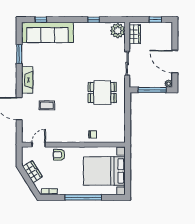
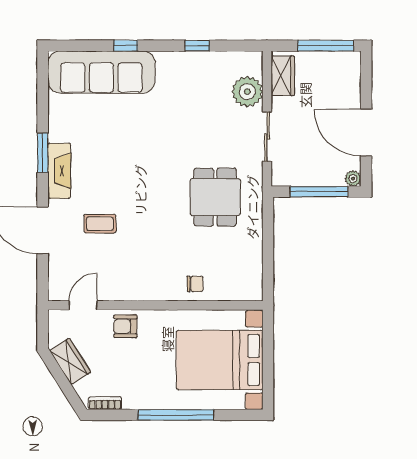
window: (41, 20) -> (126, 46), moved
window: (155, 20) -> (326, 46), width x2.17
plant: (118, 31) -> (247, 92), moved
window: (19, 54) -> (43, 153), moved
dining table: (102, 93) -> (215, 197), turned 90

